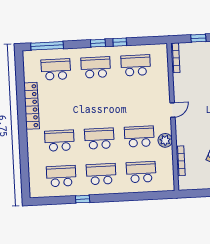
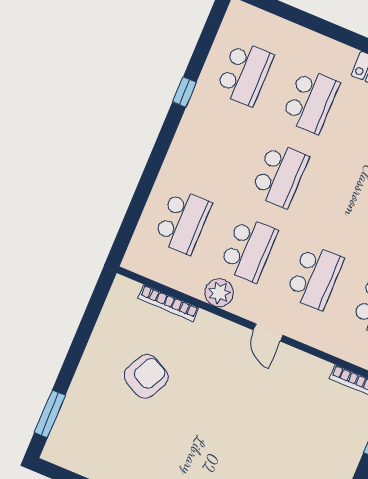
school desk: (101, 174) -> (315, 277), moved

